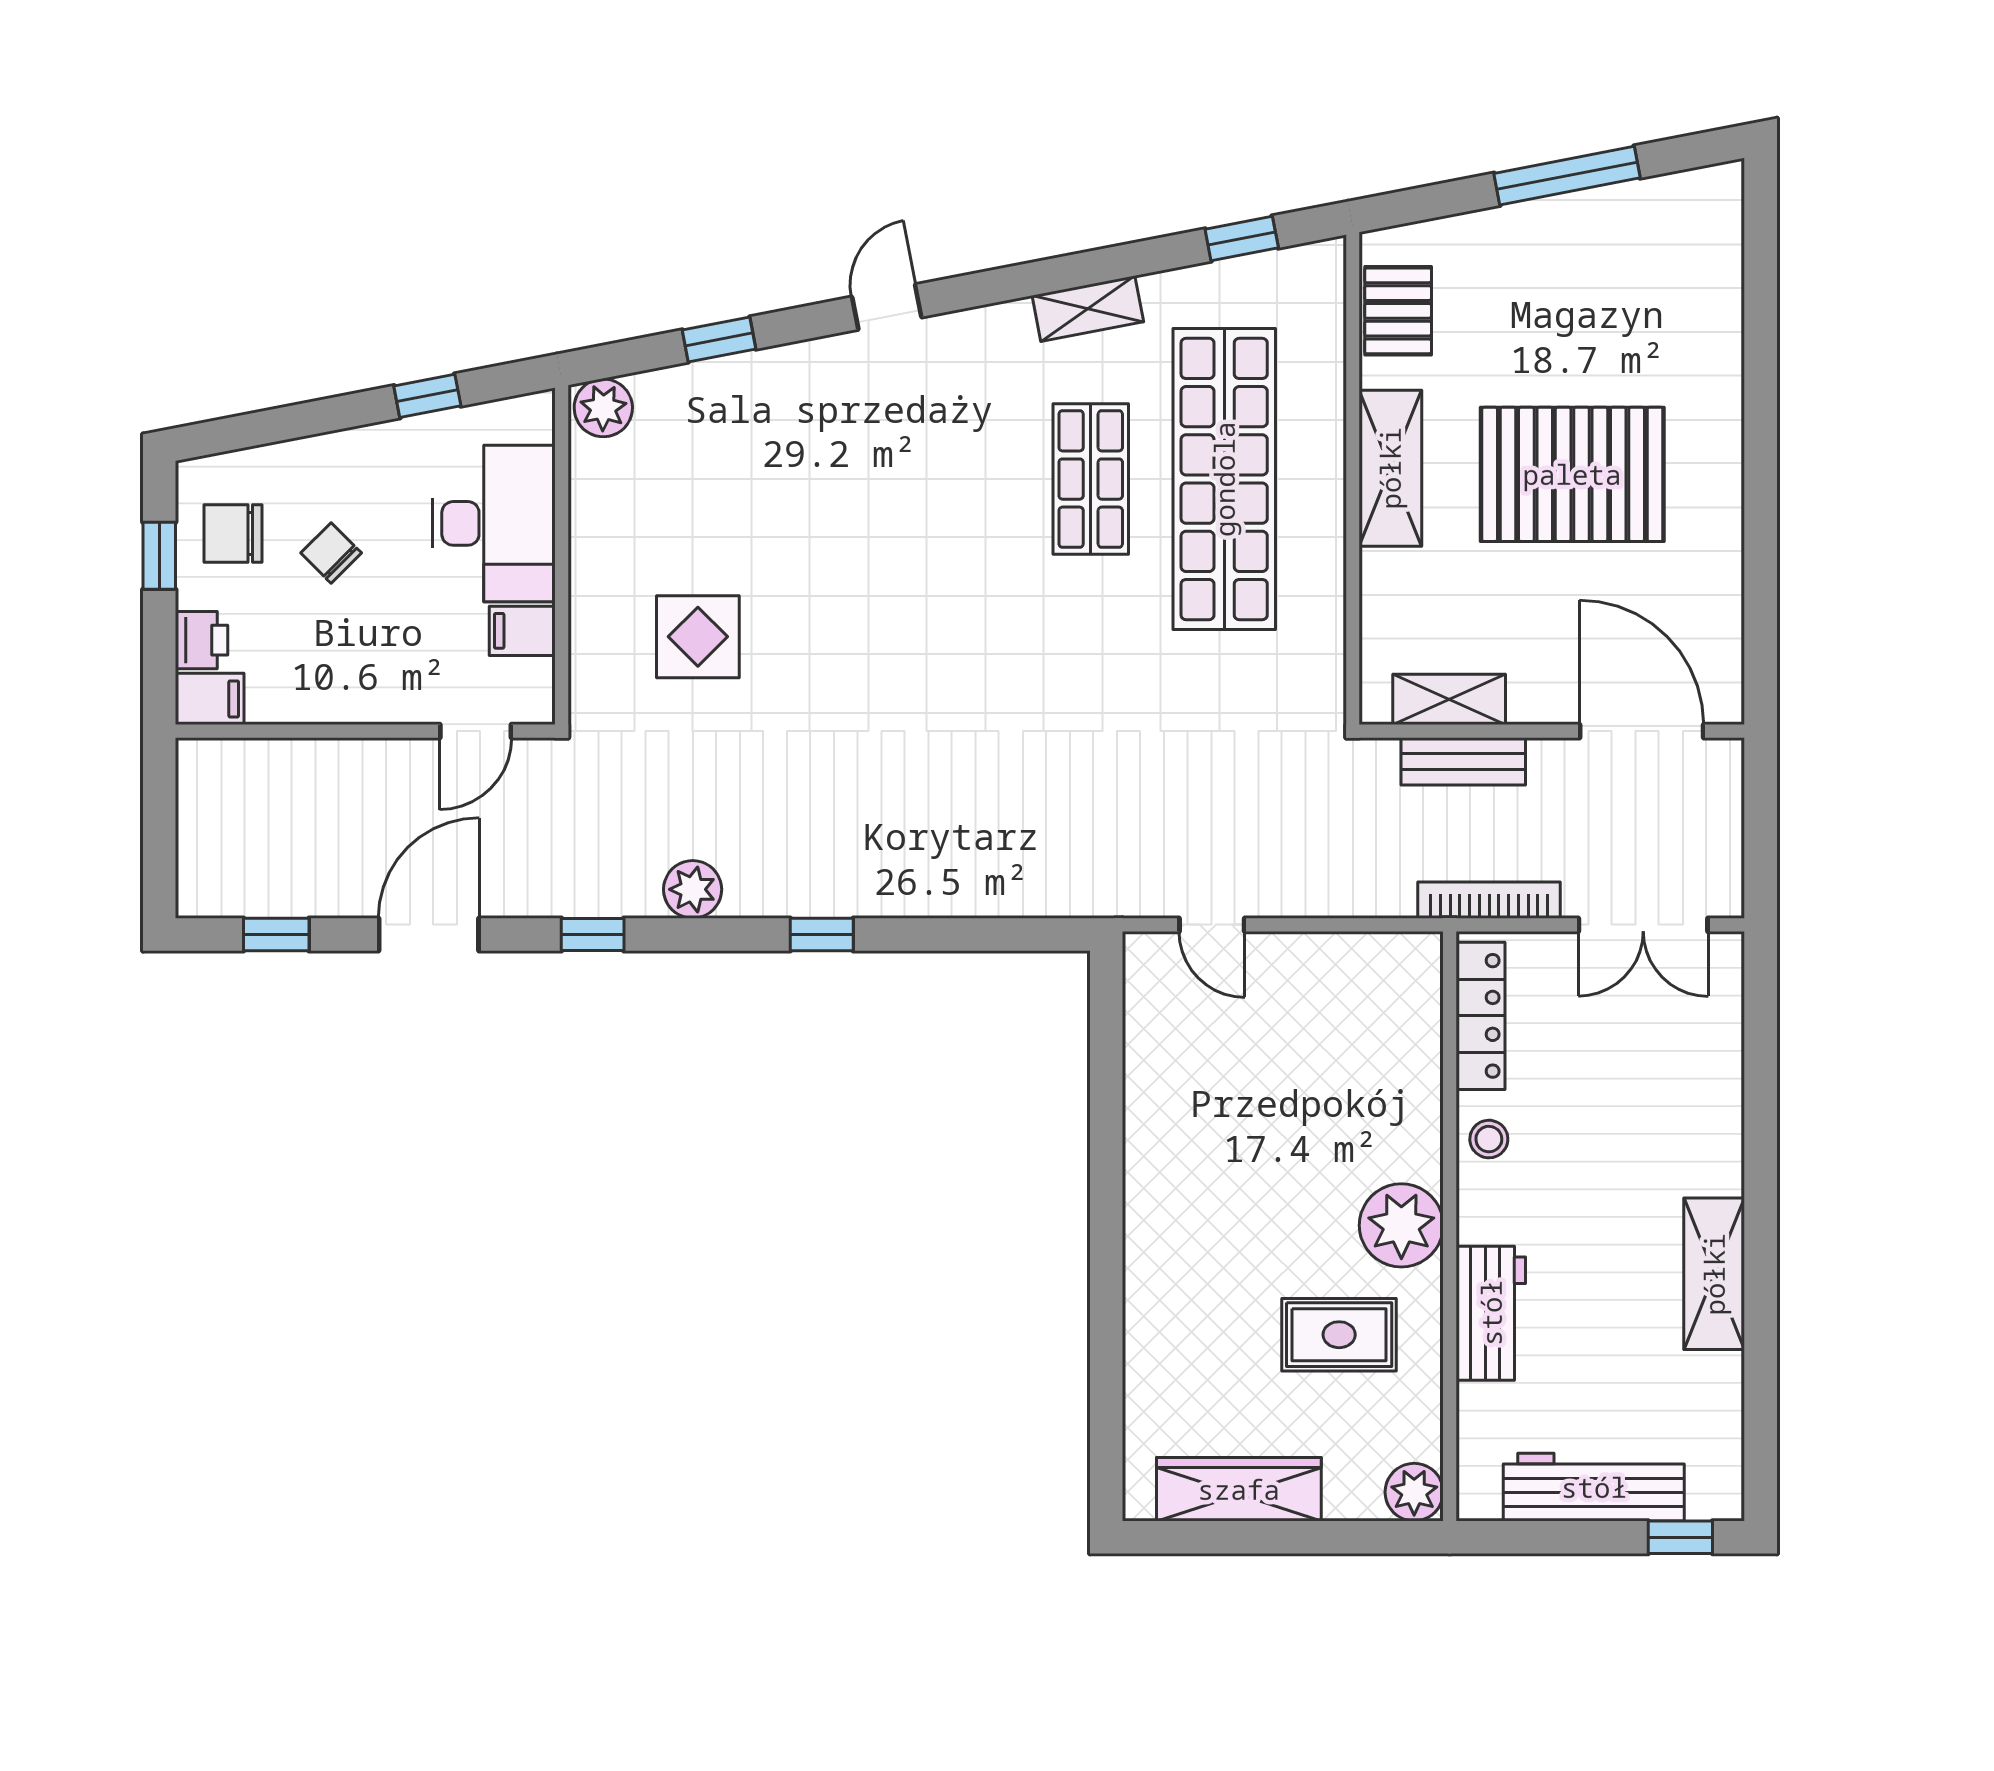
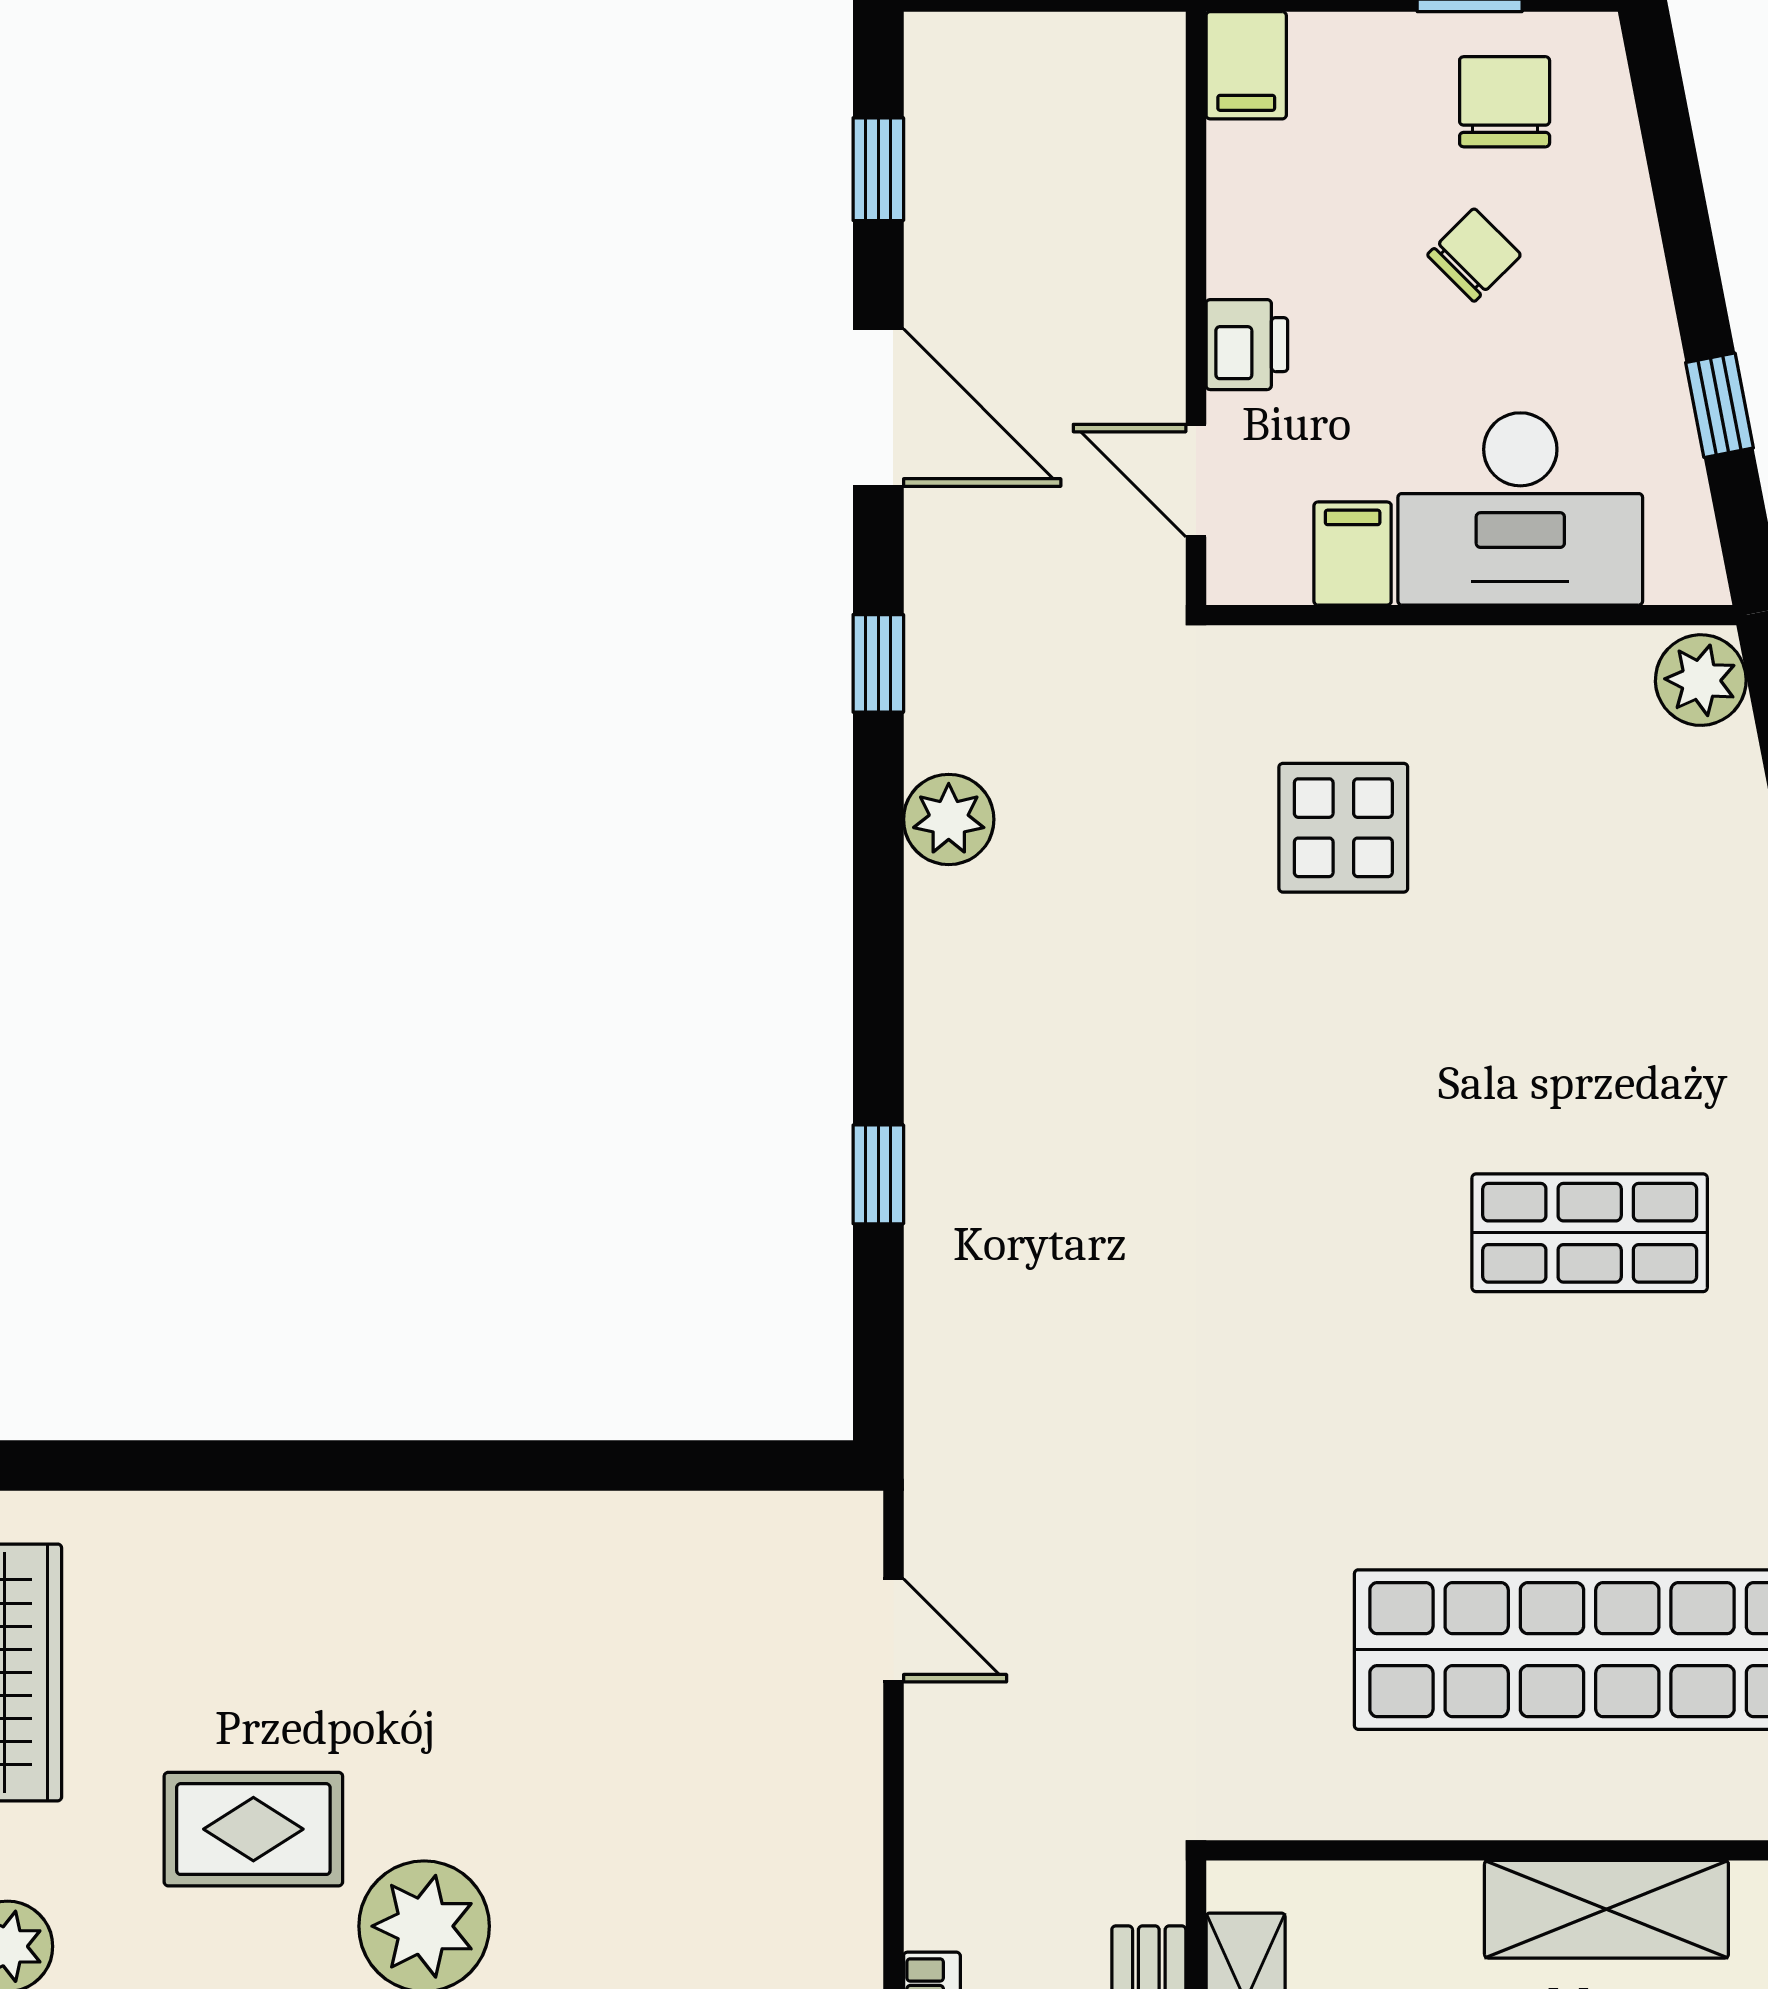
shop shelf: (1091, 479) -> (1590, 1233), moved
printer: (202, 640) -> (1247, 345), moved, turned -90
door: (1212, 925) -> (893, 1630), swing flipped
window: (822, 935) -> (878, 1174), moved
rug: (1339, 1335) -> (253, 1829), turned 90

